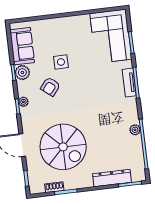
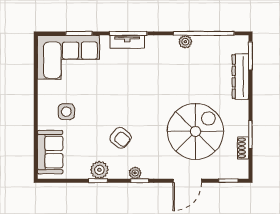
sofa: (22, 46) -> (50, 152), moved, turned 90
side table: (61, 62) -> (66, 112), moved

